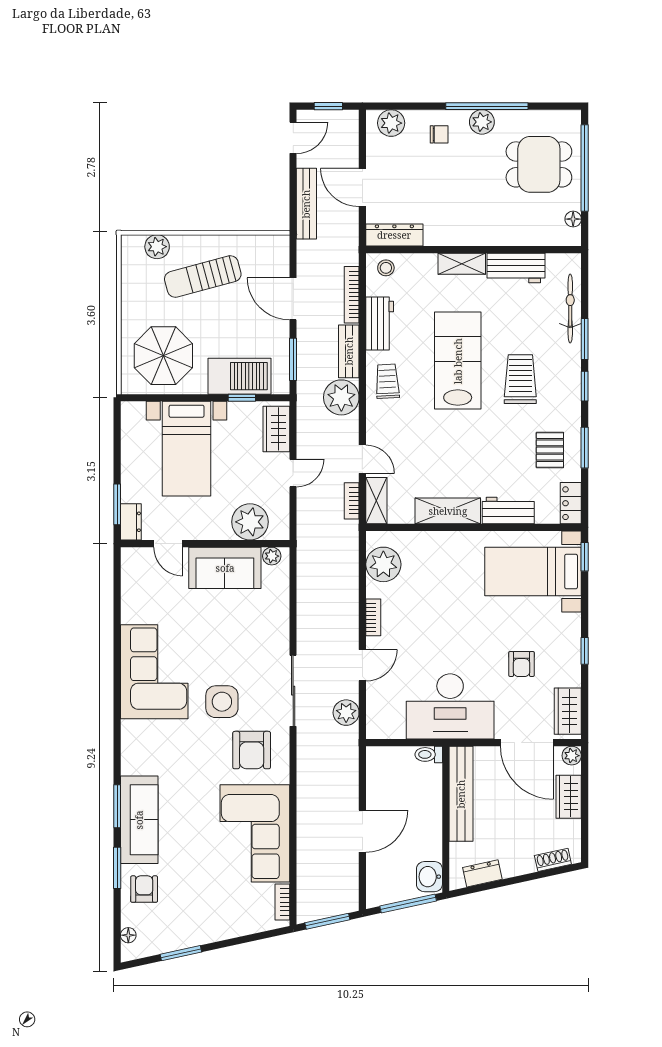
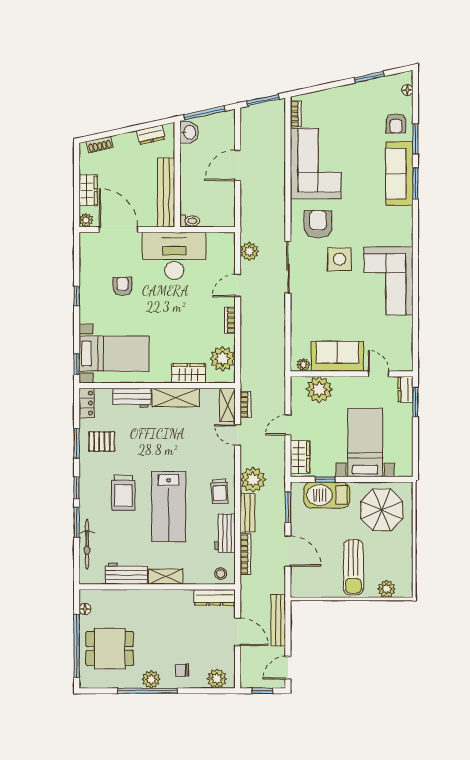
sun lounger: (203, 276) -> (353, 567), turned 105
pallet: (550, 450) -> (102, 442), turned 90
wardrobe: (568, 711) -> (189, 373), moved, turned -90

